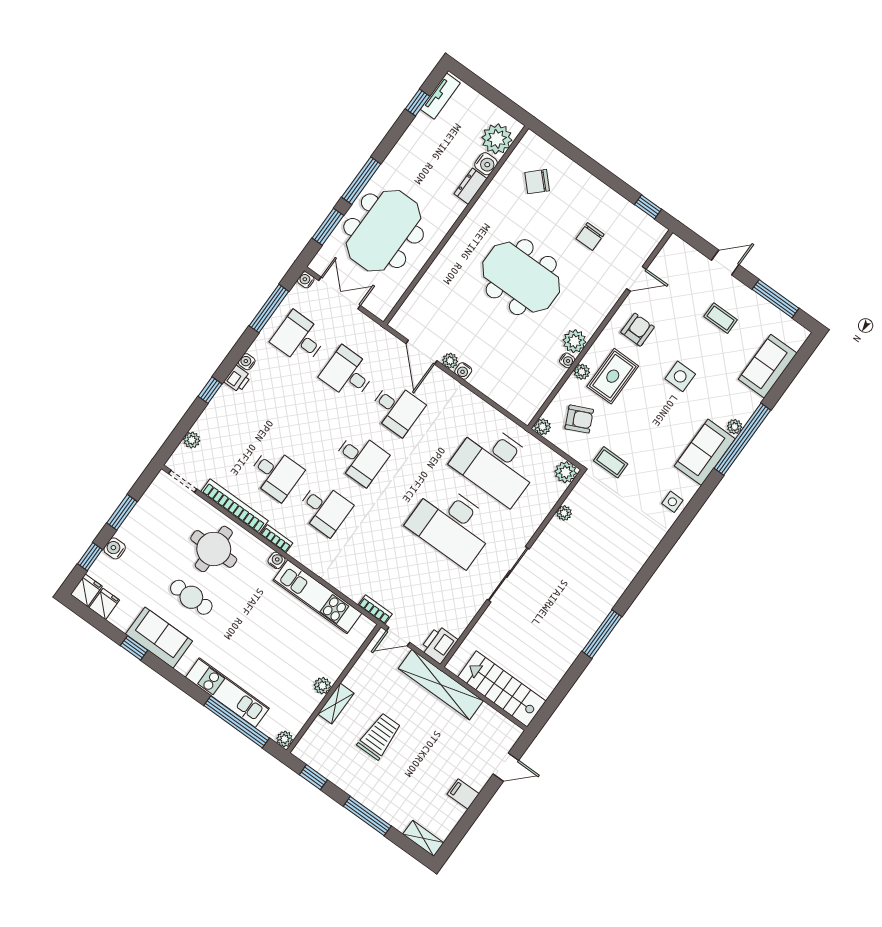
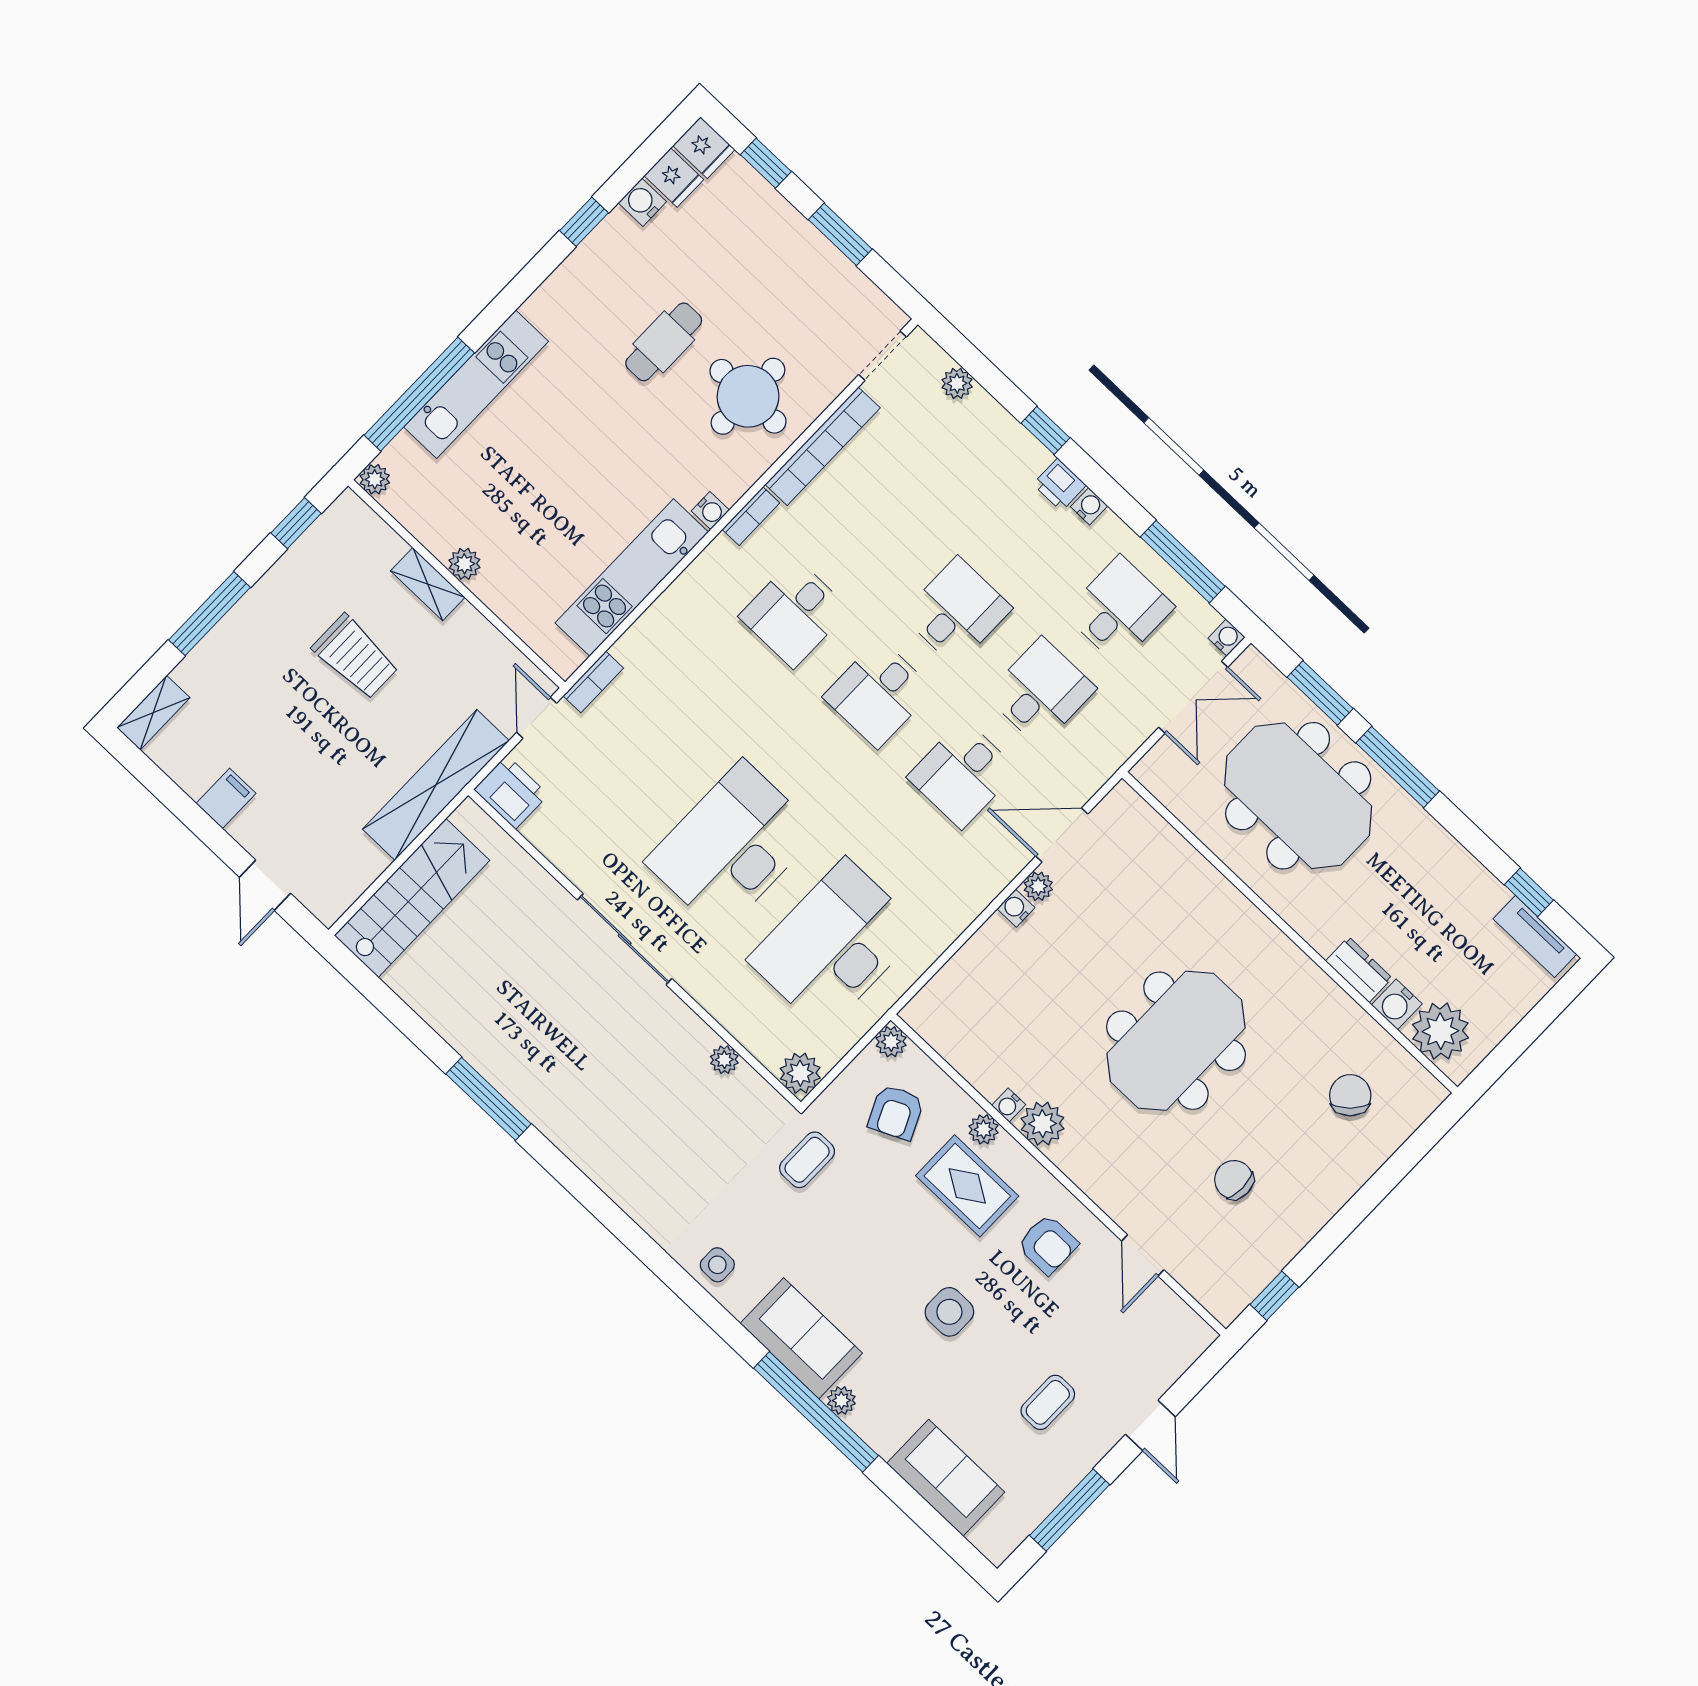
desk: (276, 474) -> (957, 612), moved, turned 180
water cooler: (115, 548) -> (642, 202), moved, turned -90
sofa: (159, 638) -> (597, 271), removed

